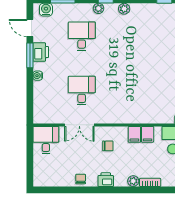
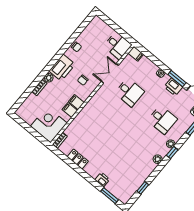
filing cabinet: (39, 116) -> (136, 54), added
printer: (106, 180) -> (62, 68), width x1.87, depth x1.48

